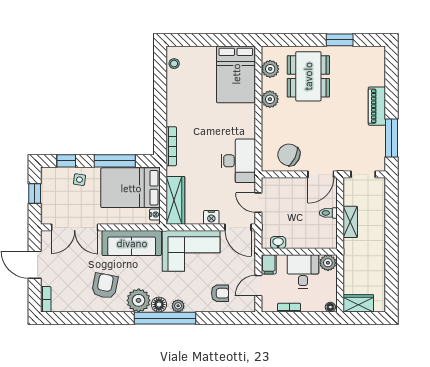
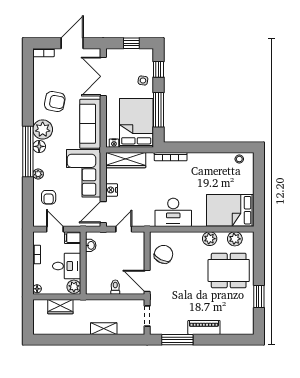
desk: (238, 161) -> (173, 212), moved
shelving: (350, 222) -> (104, 329), moved
wardrobe: (358, 303) -> (60, 307), moved, turned 90
plant: (178, 306) -> (38, 174), moved

